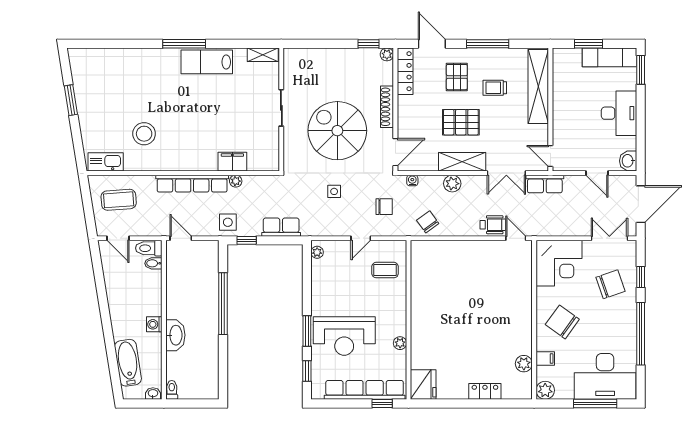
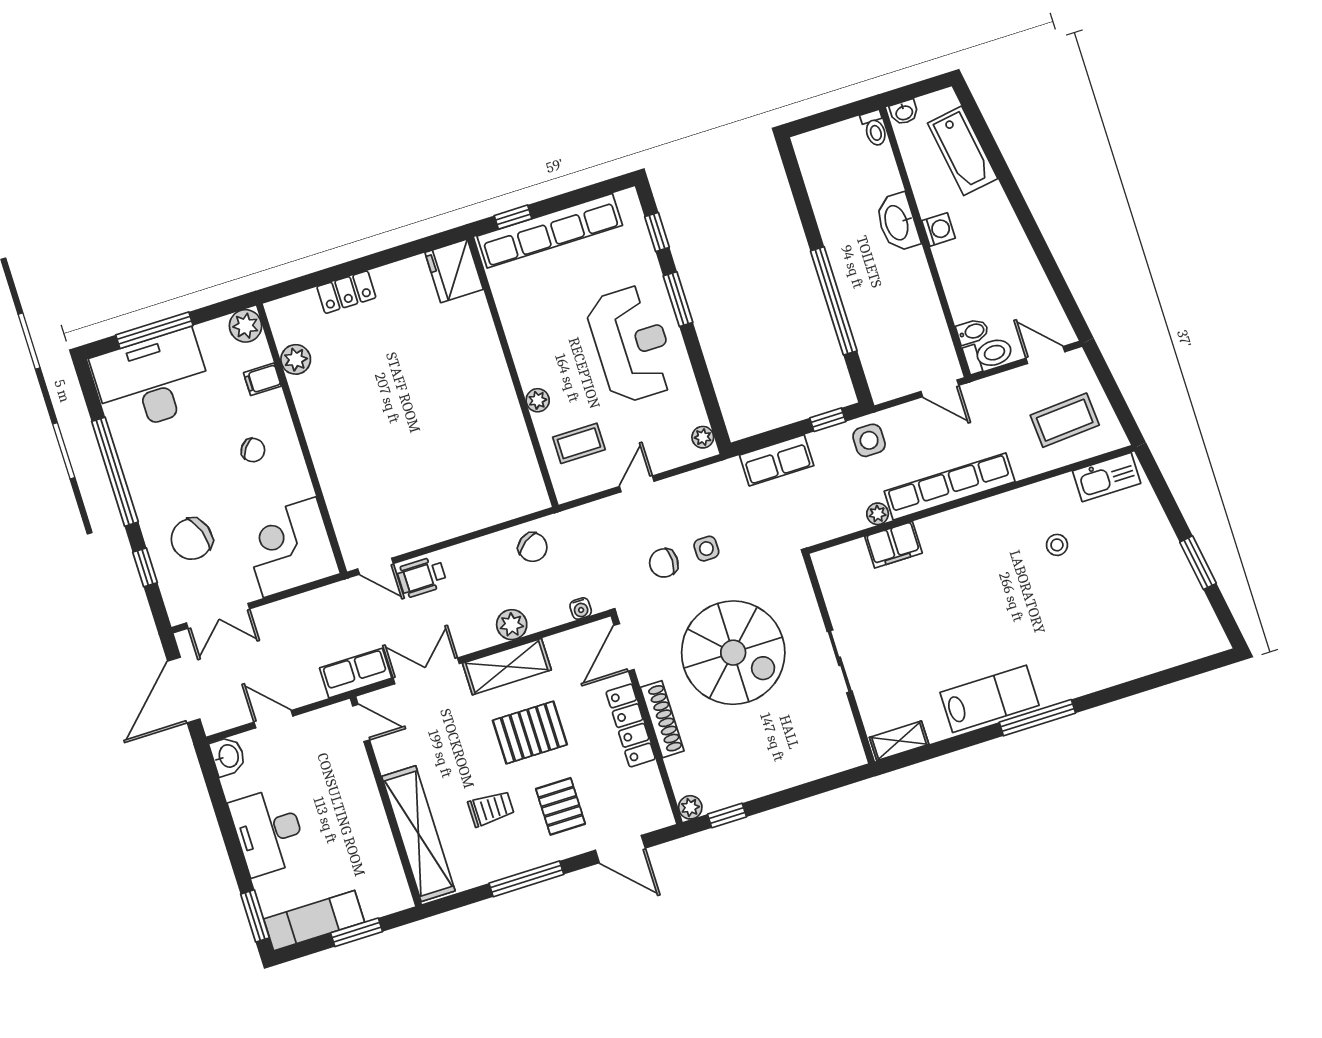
locker: (405, 71) -> (631, 725), moved
stool: (144, 134) -> (1057, 545), width x0.53, depth x0.53
chair: (384, 207) -> (664, 563), moved
chair: (562, 322) -> (253, 450), width x0.54, depth x0.54
reception desk: (344, 336) -> (632, 344), moved, turned 90
plant: (400, 343) -> (538, 400), moved

